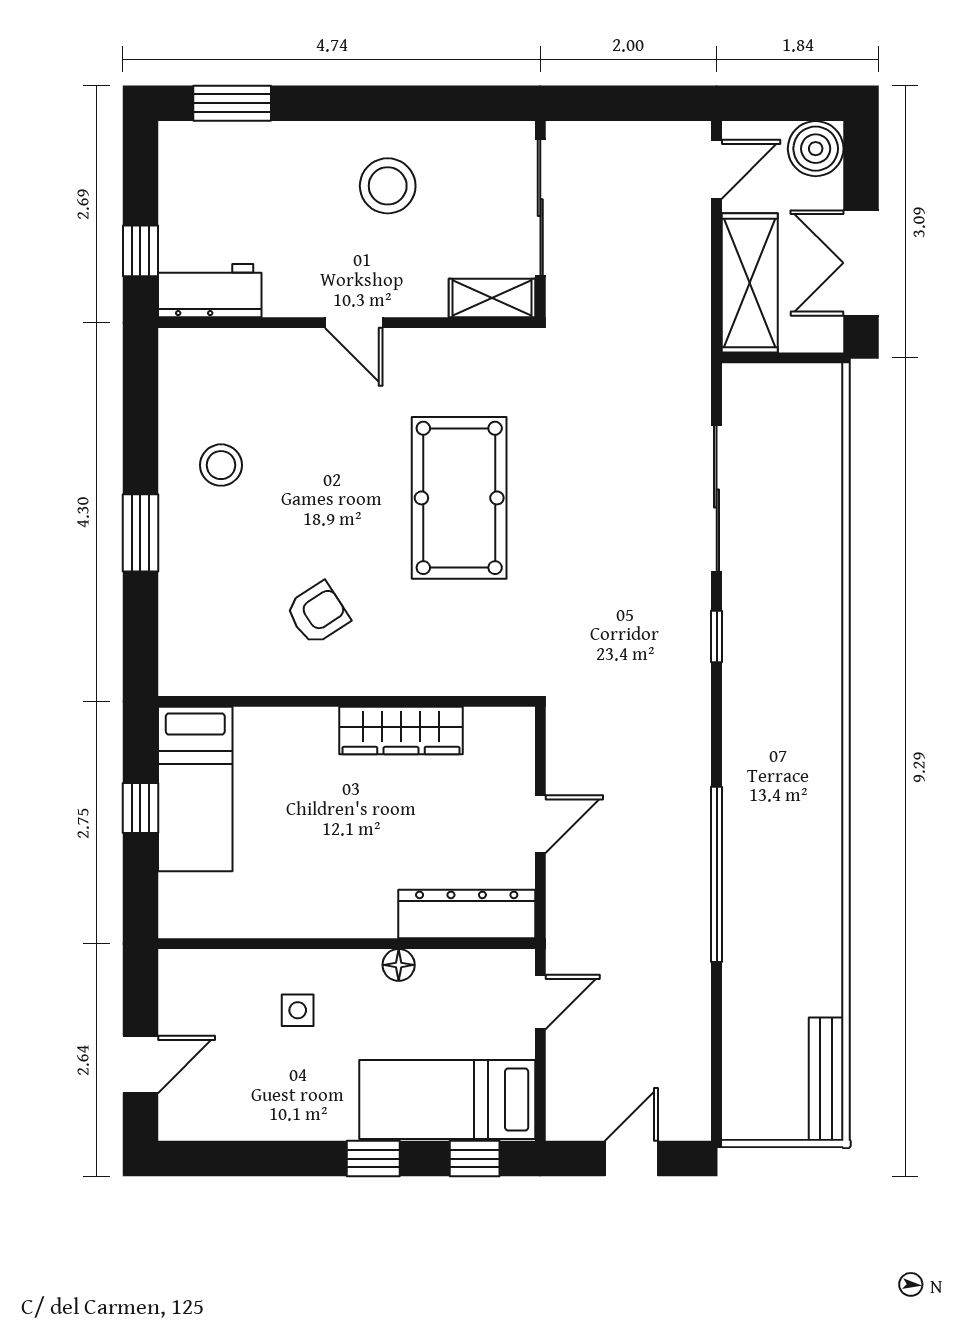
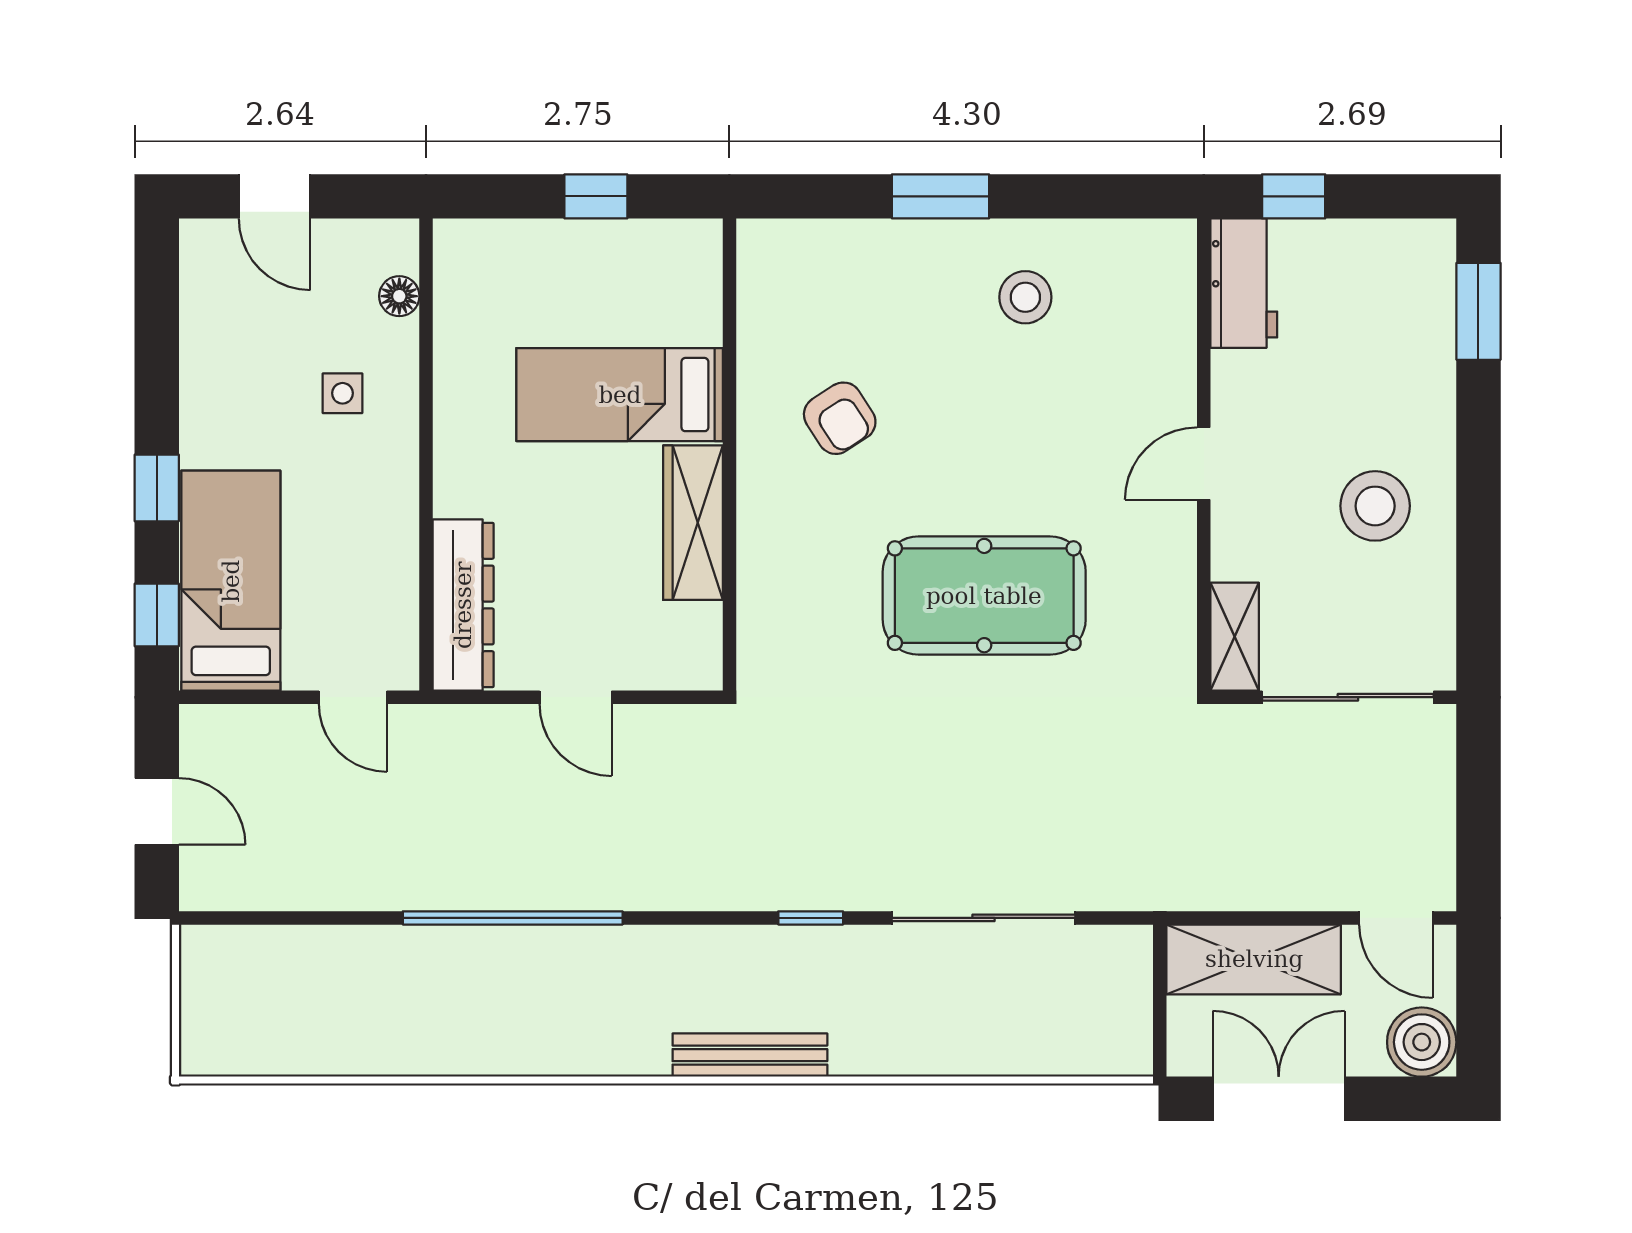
bed: (195, 789) -> (620, 395), moved
floor lamp: (399, 965) -> (399, 296), moved
bench: (826, 1079) -> (750, 1055), moved

